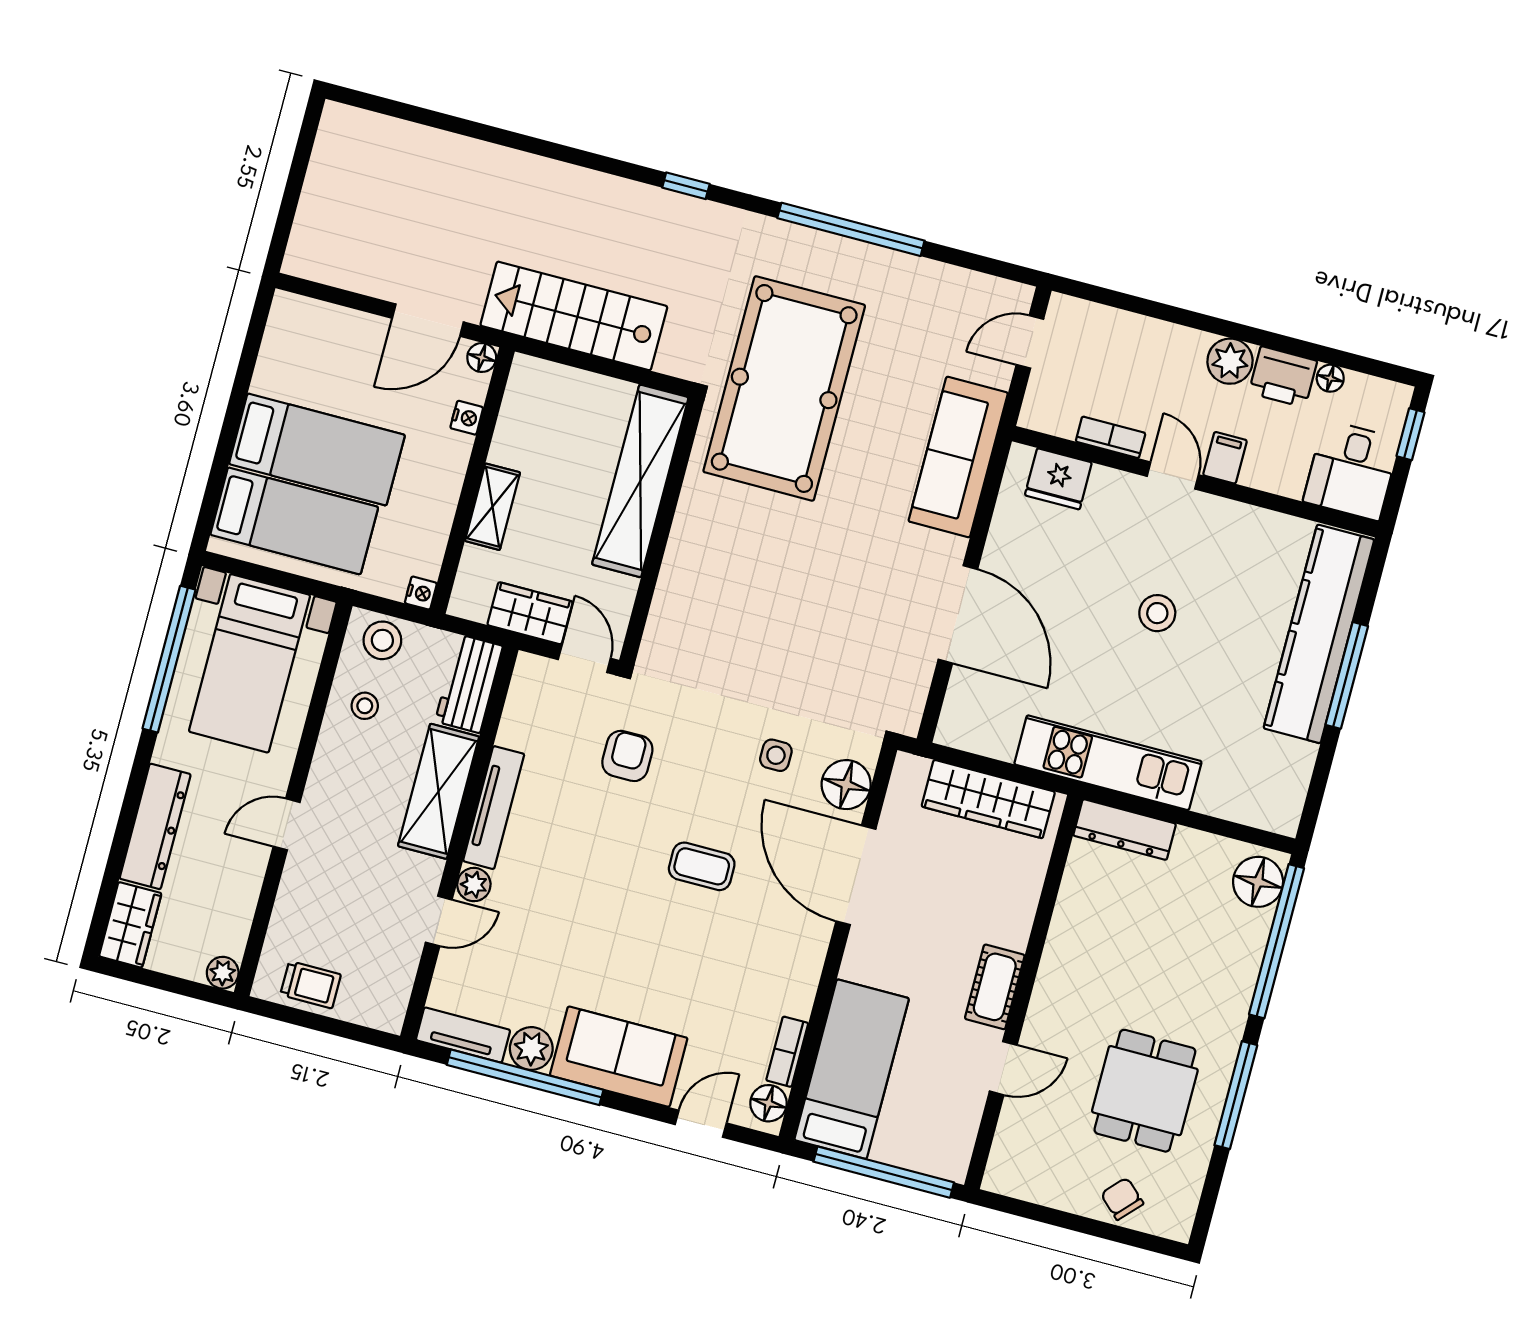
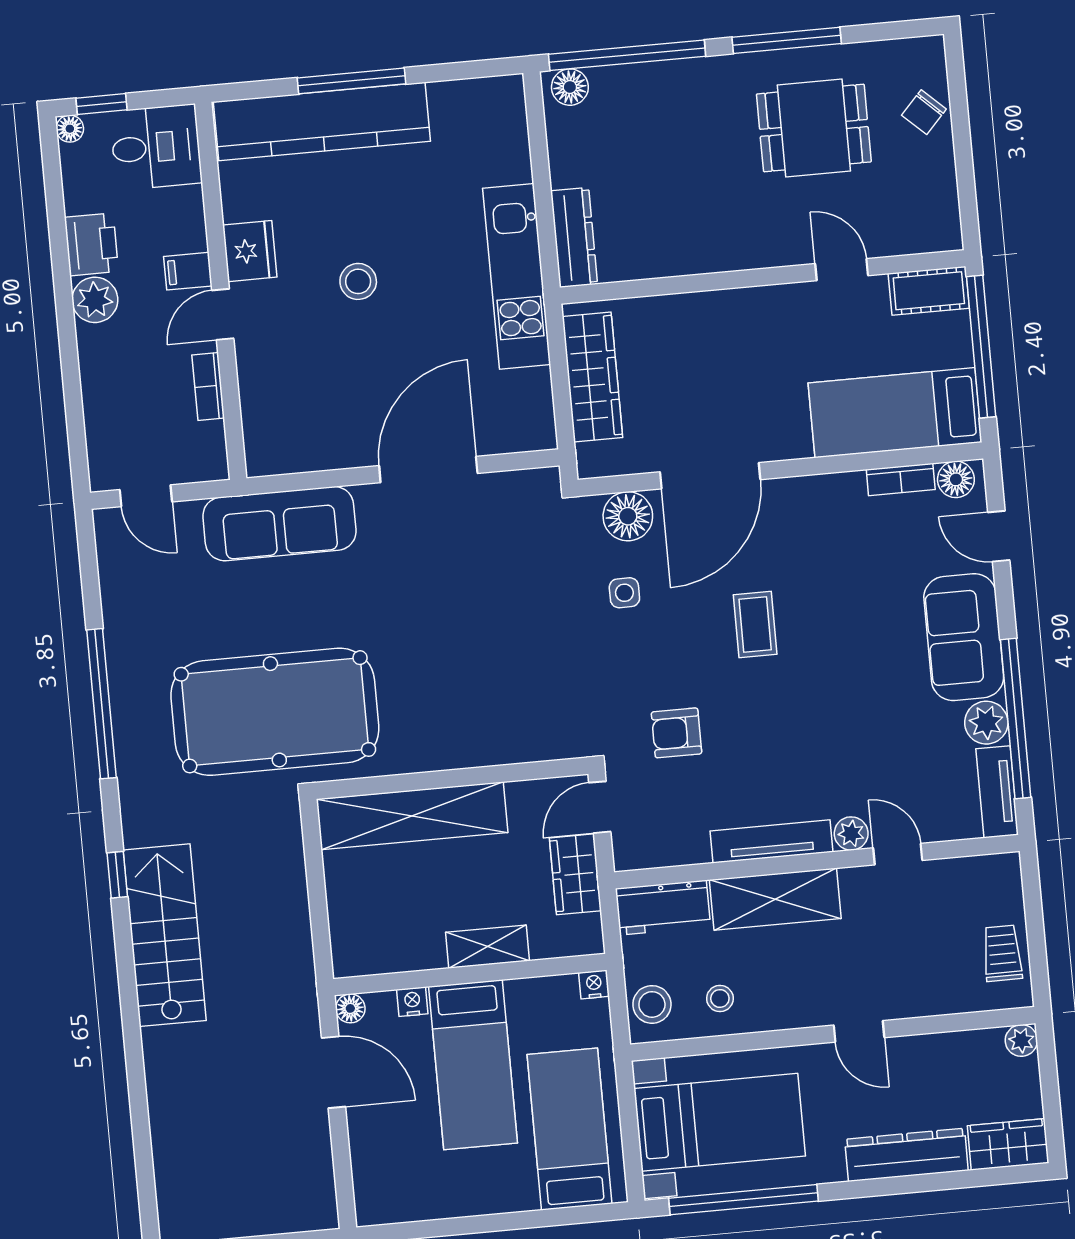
stairs: (574, 316) -> (165, 935), moved, turned 180
floor lamp: (1330, 378) -> (70, 129), moved
bed: (317, 449) -> (473, 1065), moved, turned 180
fridge: (1058, 479) -> (250, 251), moved
floor lamp: (1258, 882) -> (570, 87), width x0.73, depth x0.73
cot: (995, 987) -> (929, 291), moved

